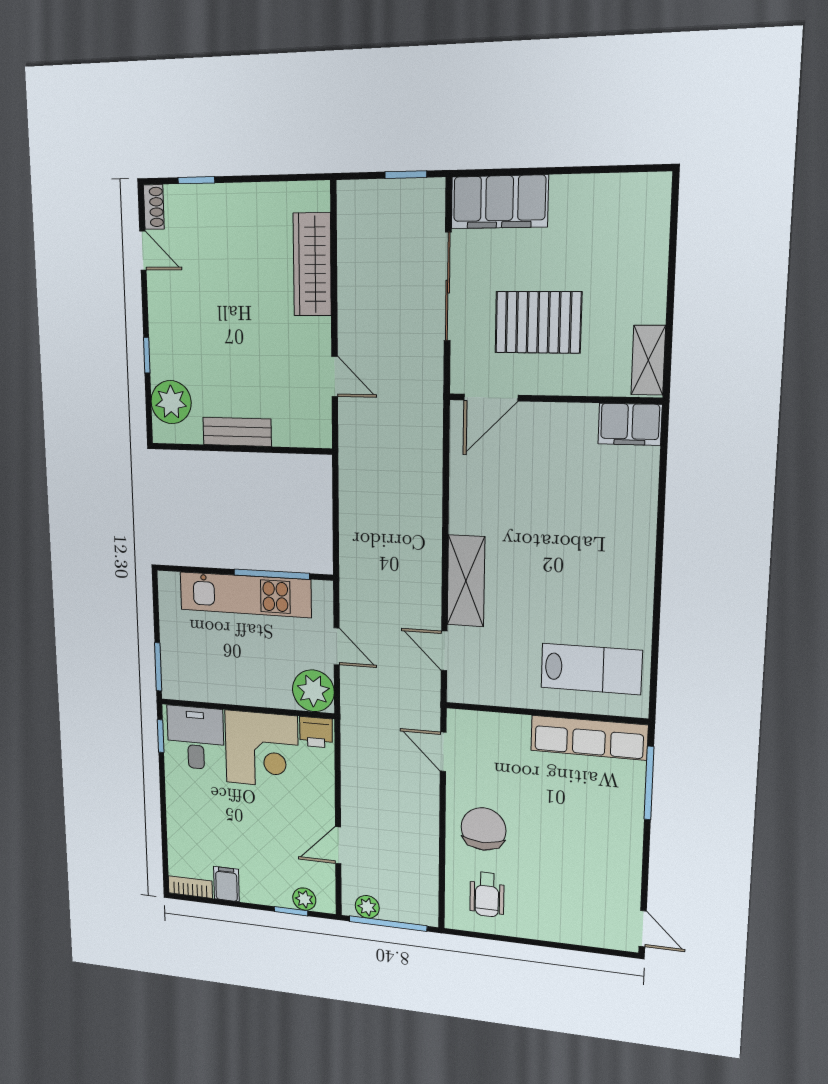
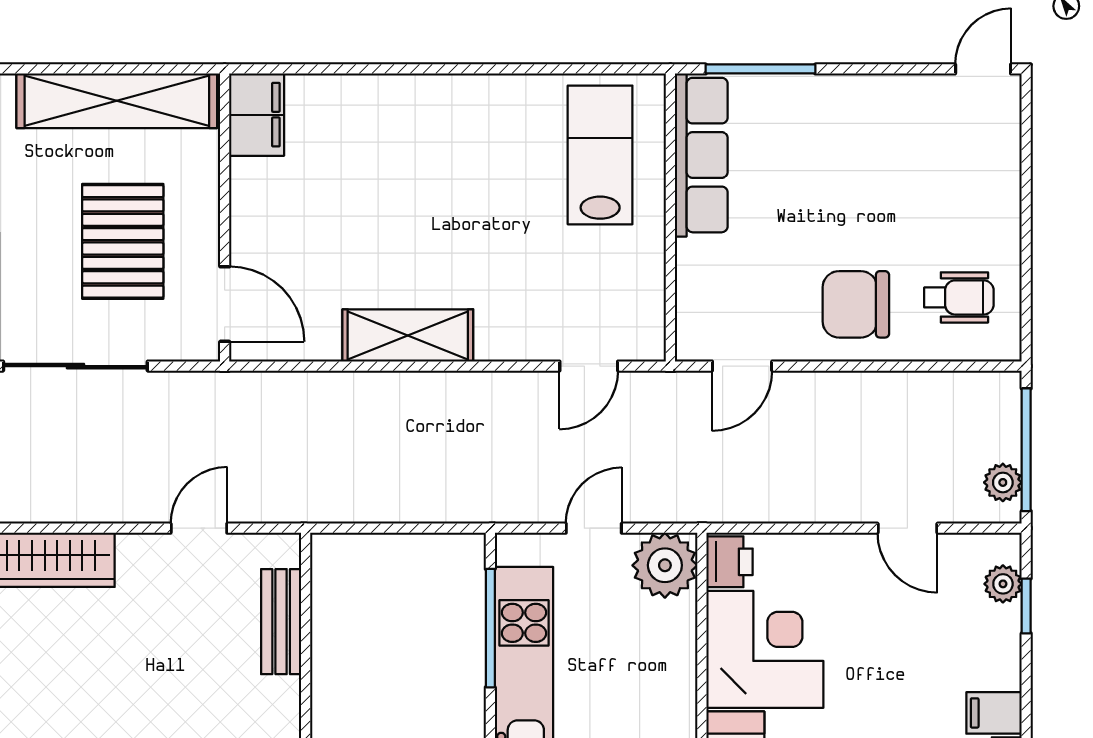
shelving: (648, 360) -> (117, 101), width x2.20, depth x1.33
bench: (237, 432) -> (281, 622), moved
shelving: (466, 581) -> (408, 335), moved

